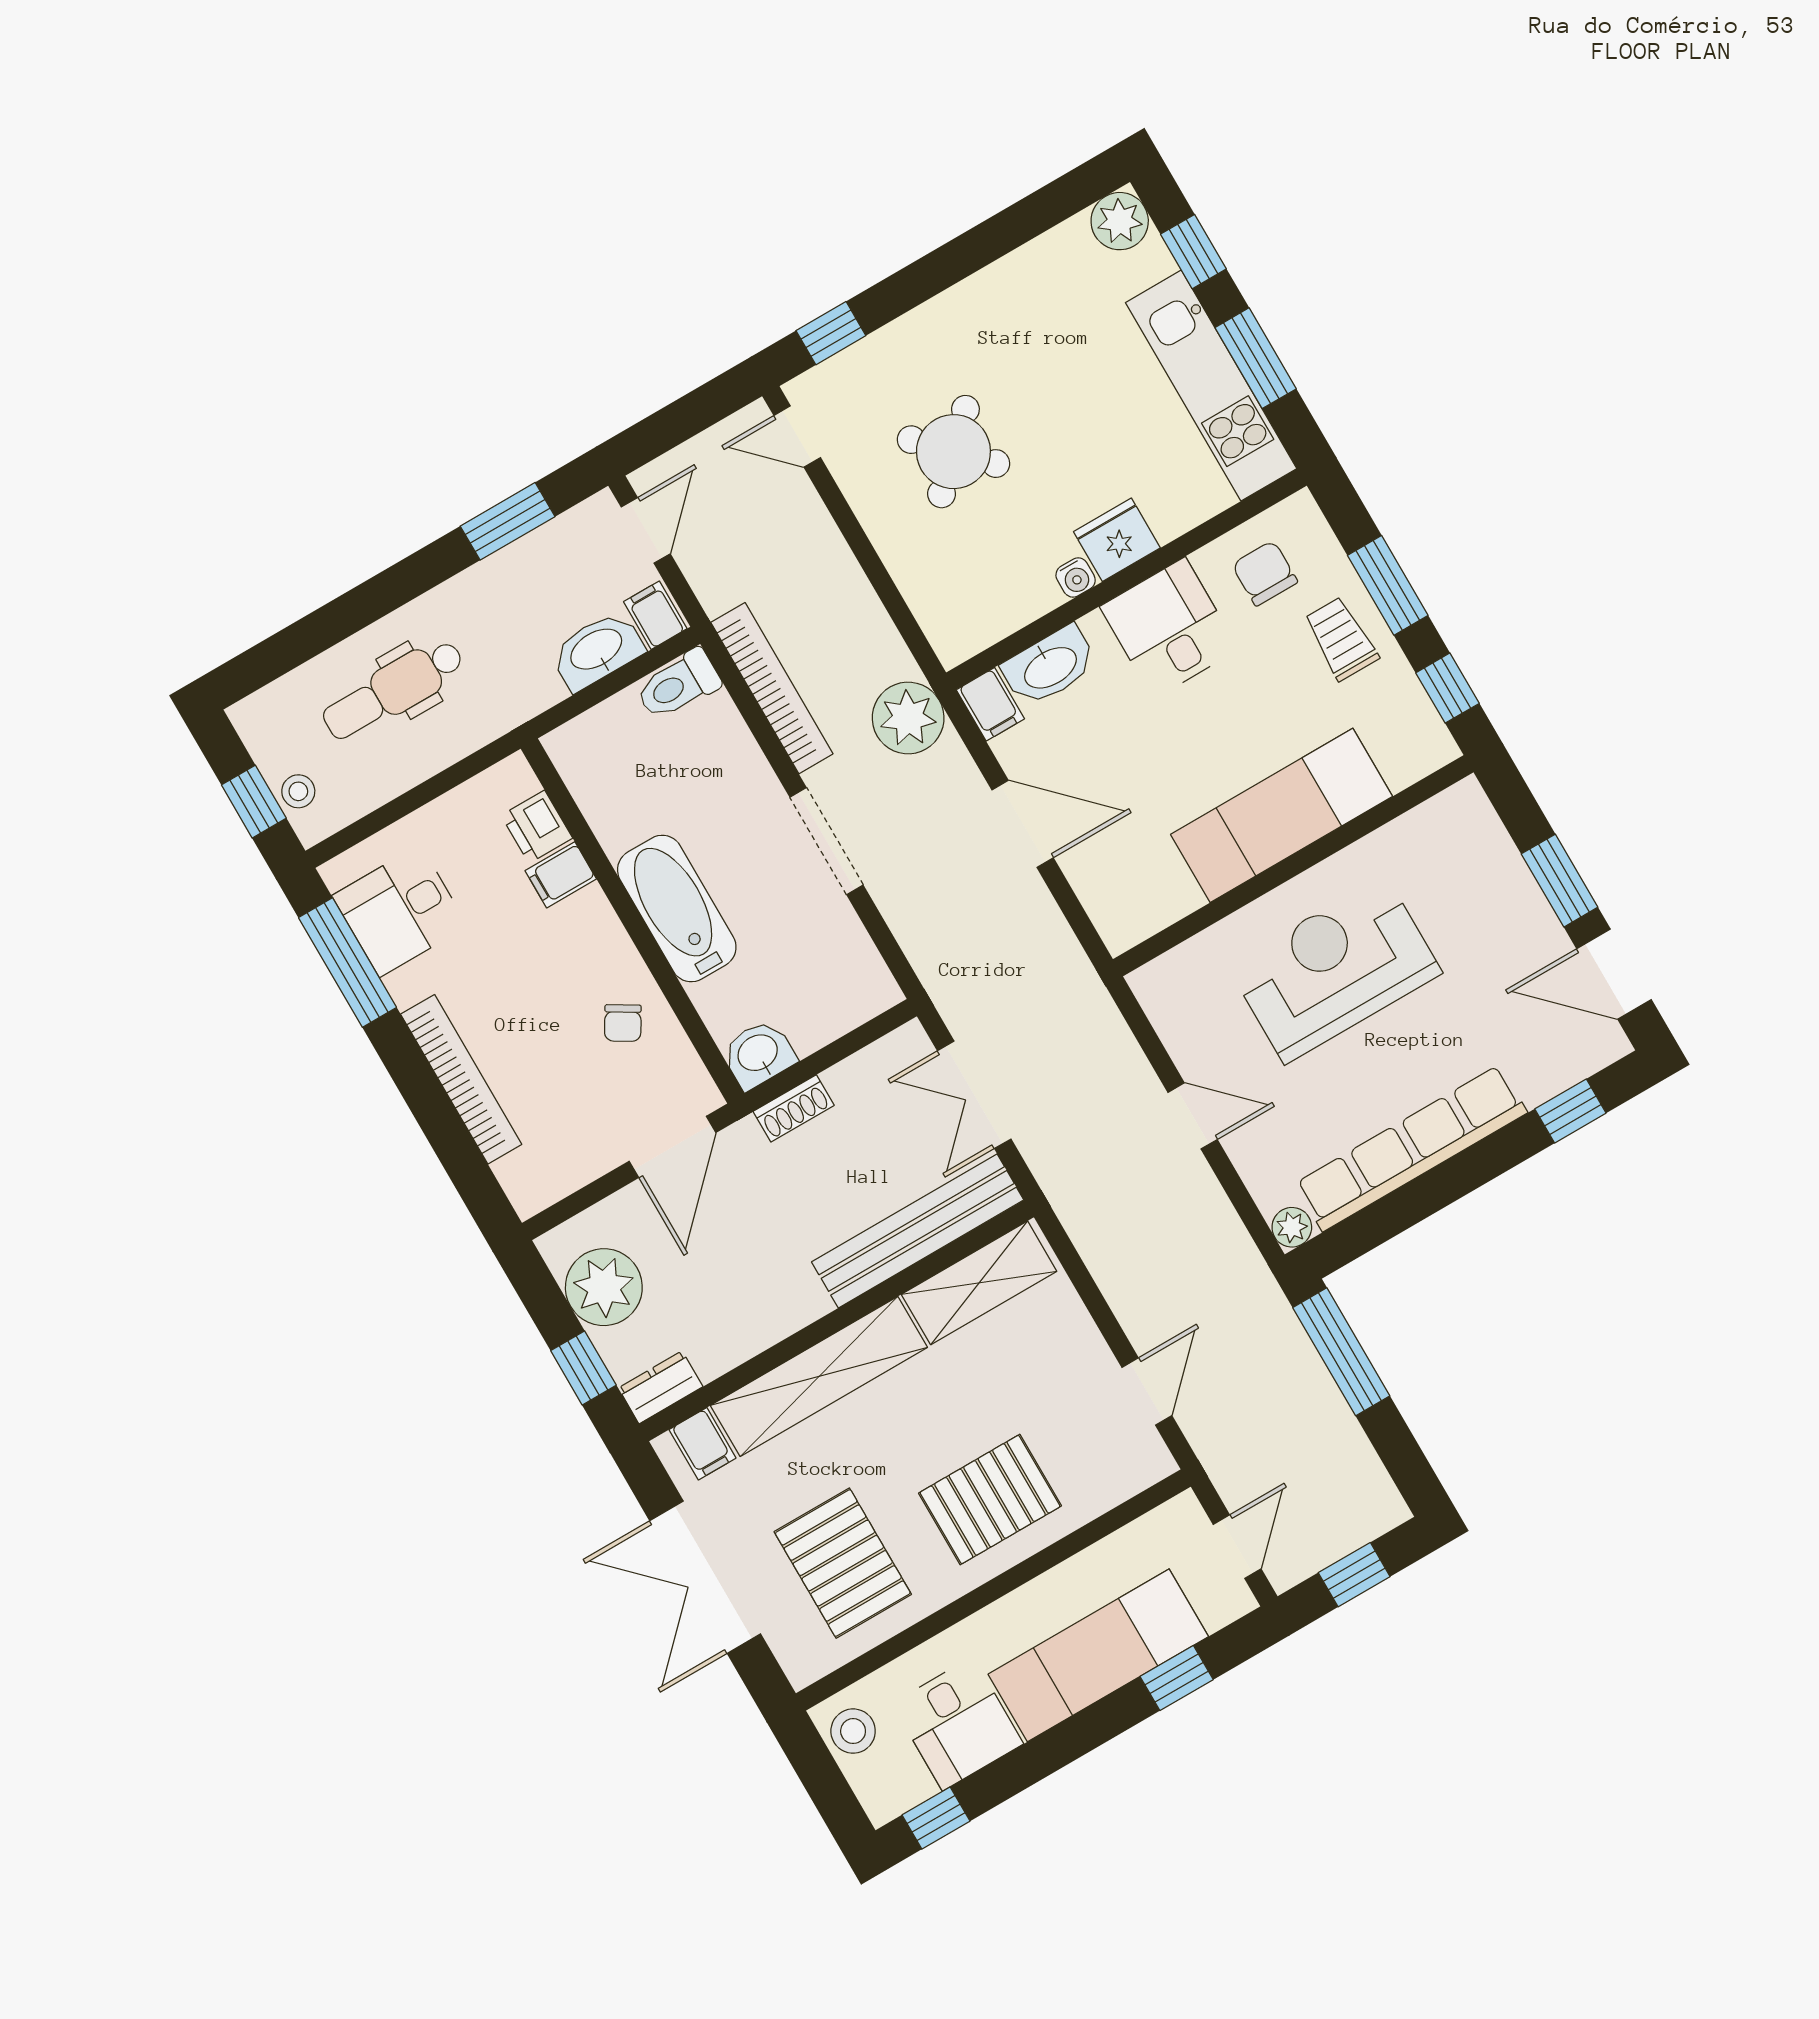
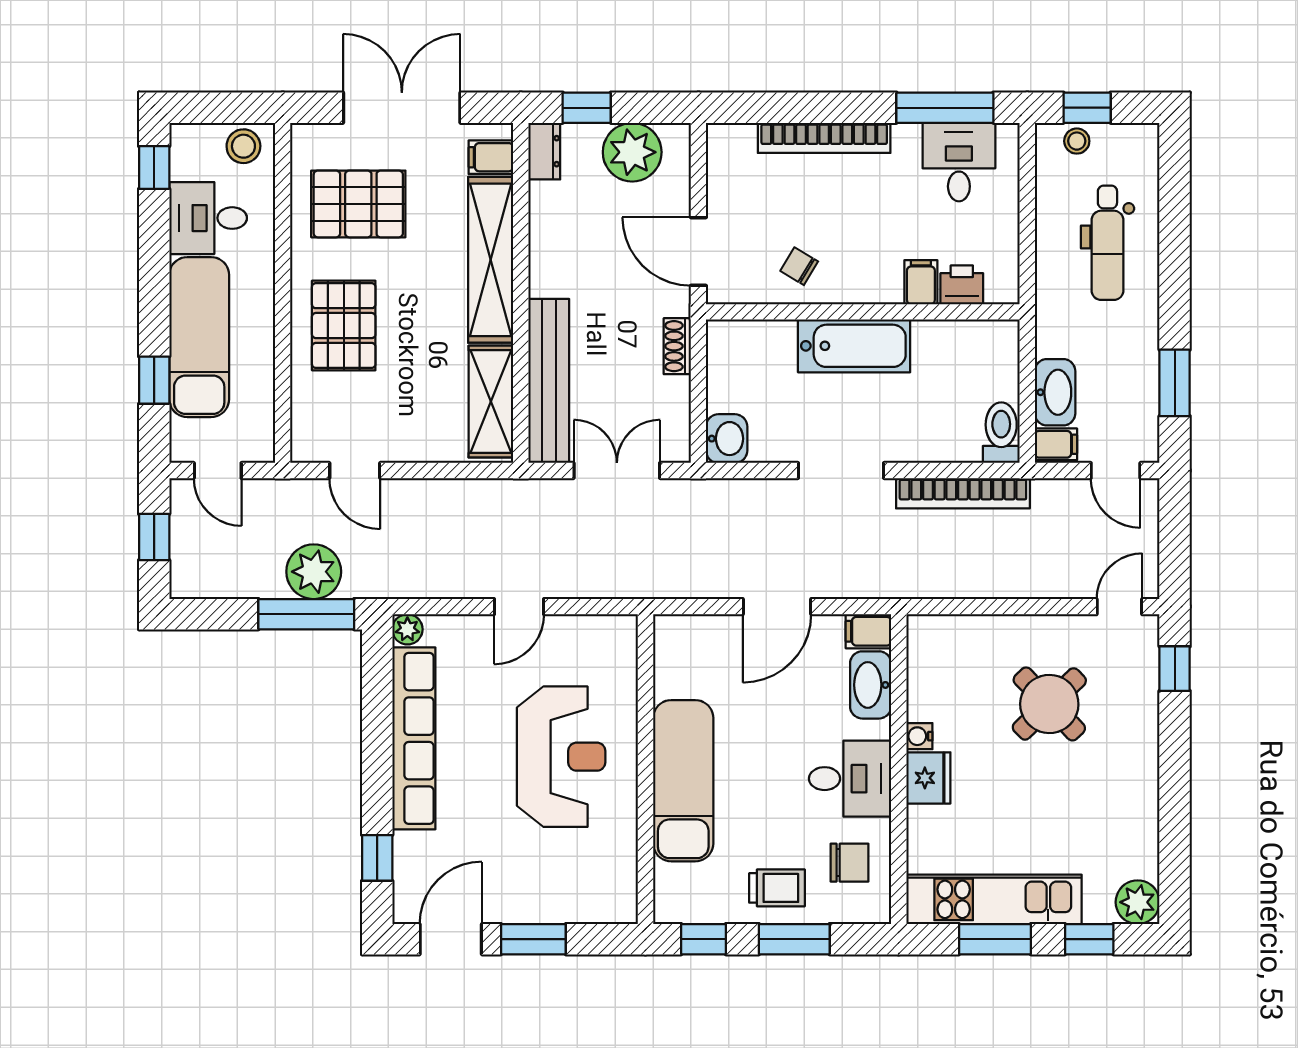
dental chair: (393, 690) -> (1107, 243), turned 180
plant: (908, 718) -> (314, 572), moved
washbasin: (758, 1054) -> (727, 439), moved

